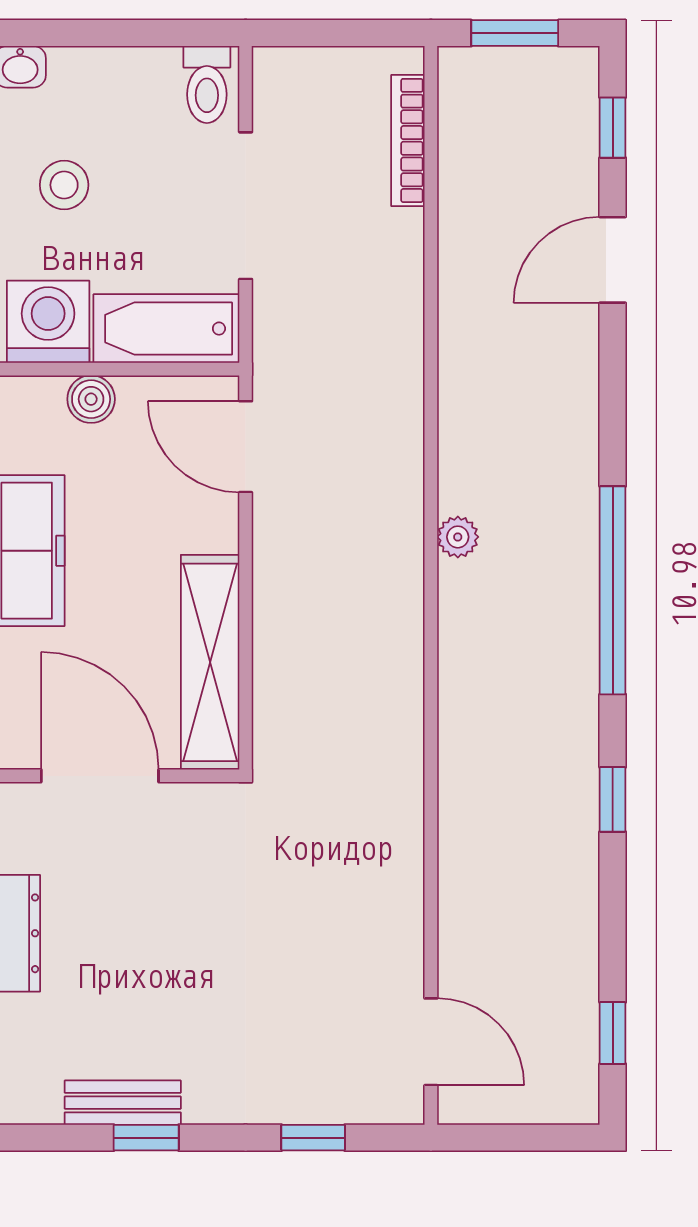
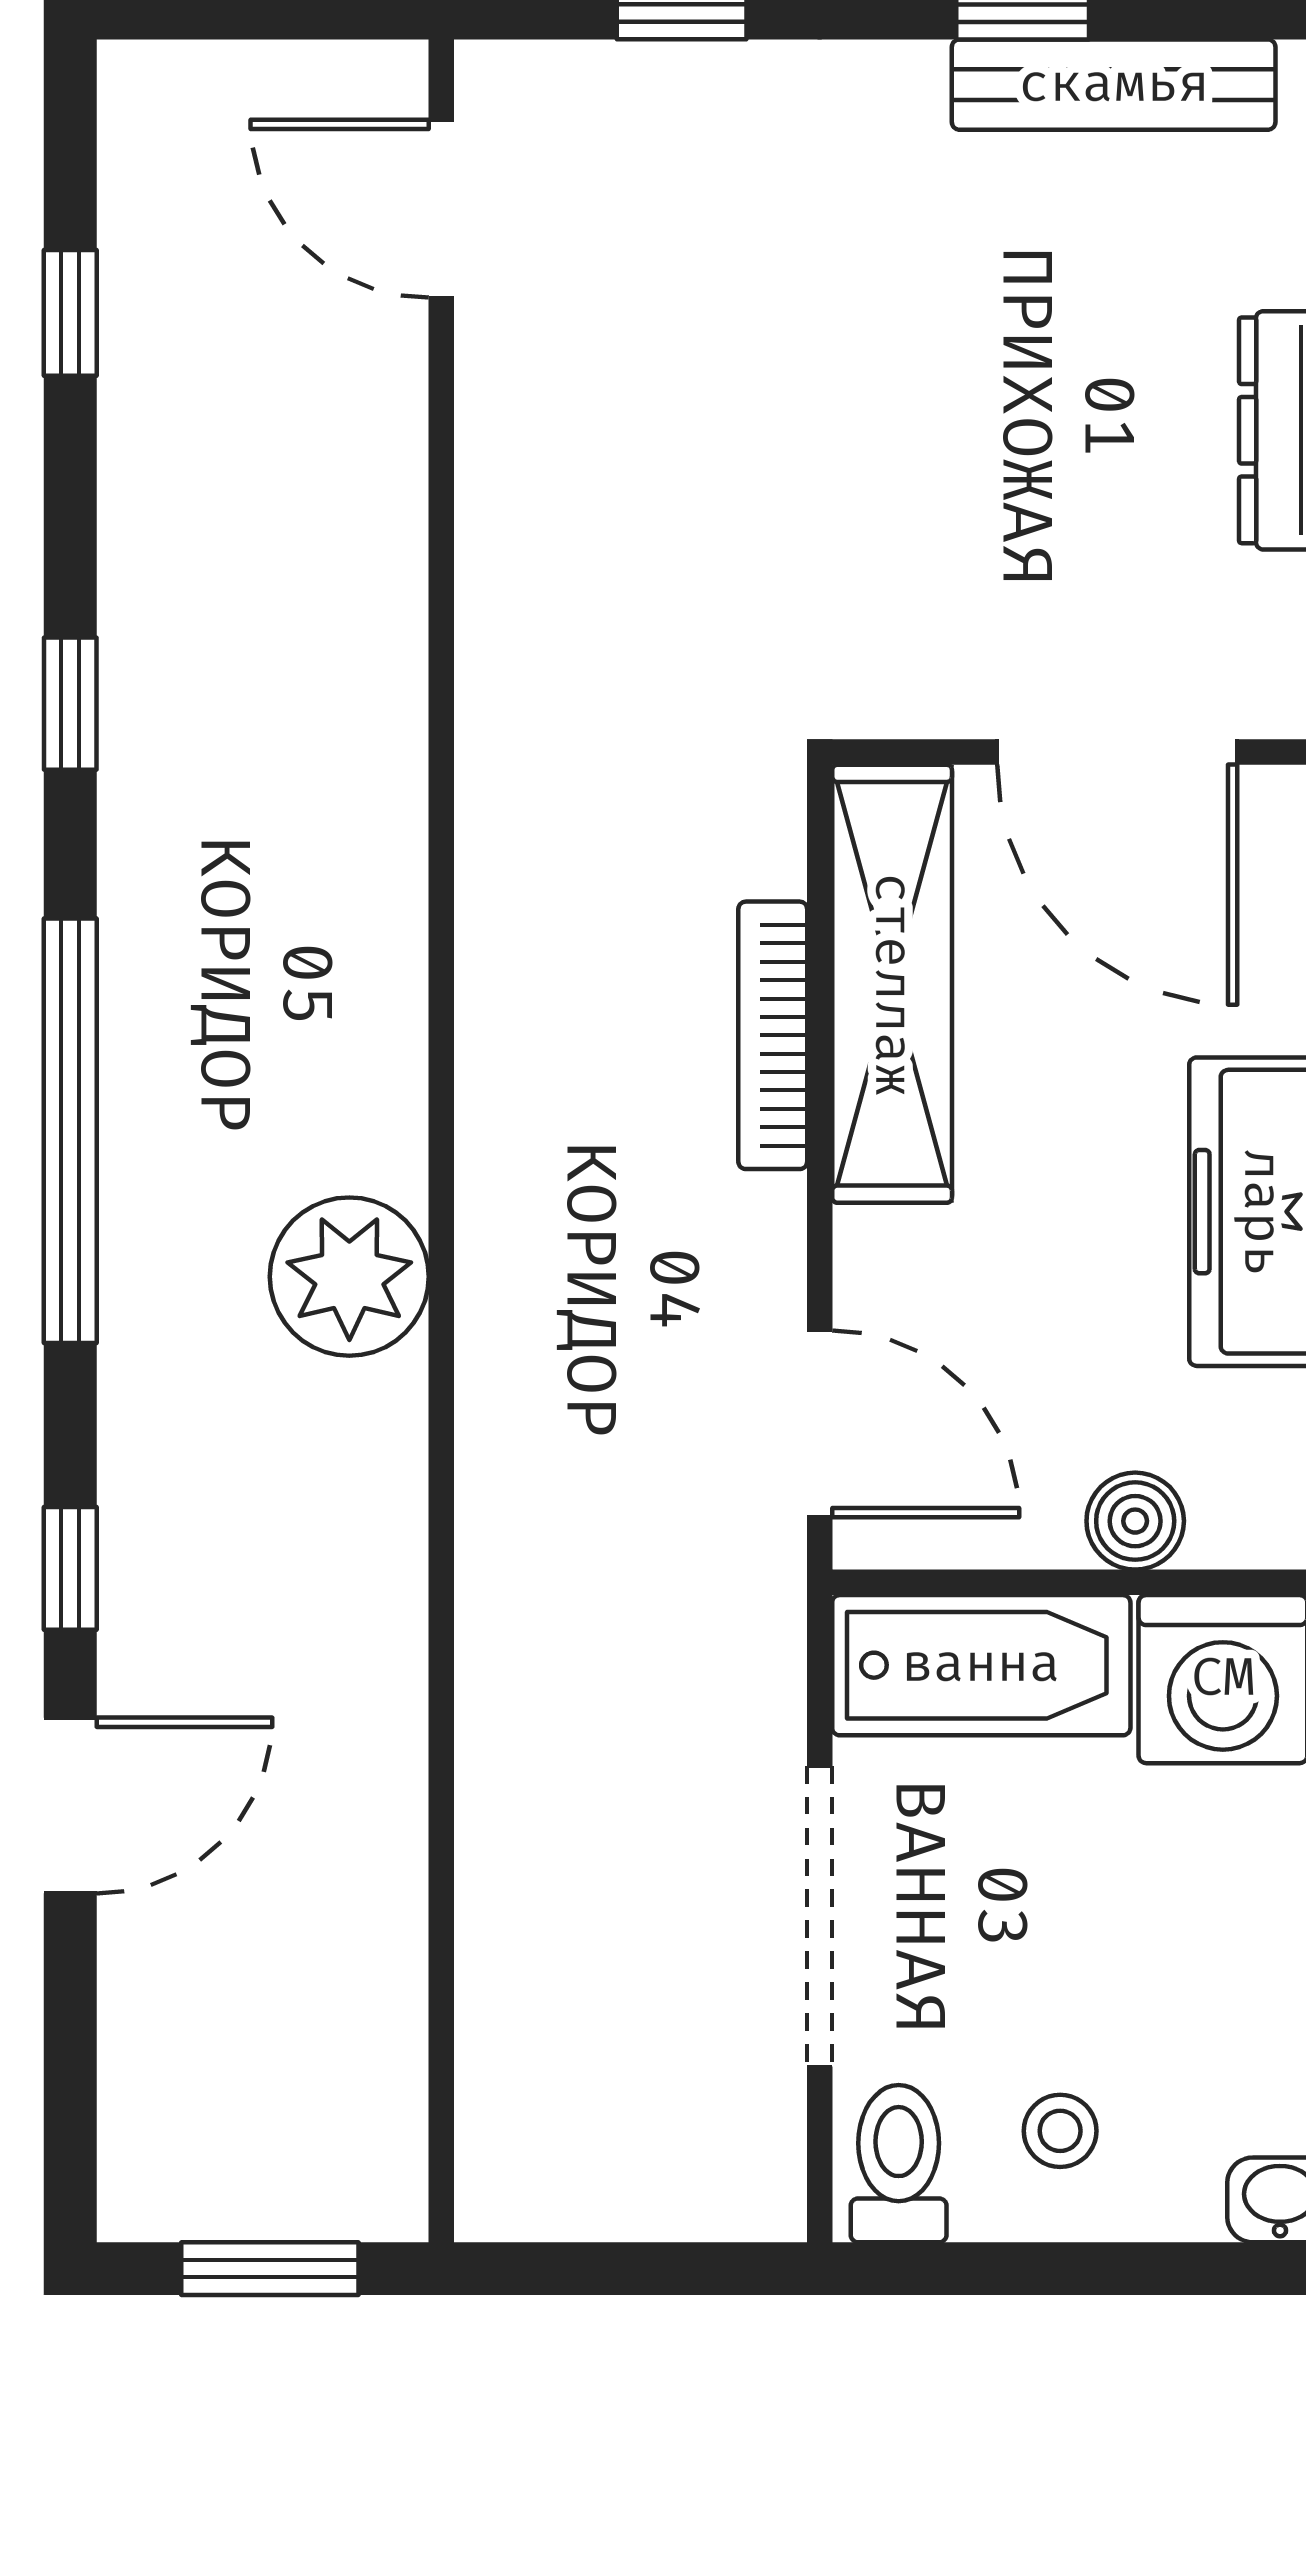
window: (613, 128) -> (70, 1568), moved
bookcase: (408, 140) -> (773, 1035), moved, turned 180
stool: (64, 185) -> (1060, 2131), moved, width x0.73, depth x0.73
plant: (458, 537) -> (349, 1277), width x1.88, depth x1.88
window: (613, 1033) -> (70, 313), moved
bench: (123, 1103) -> (1114, 85), width x1.36

